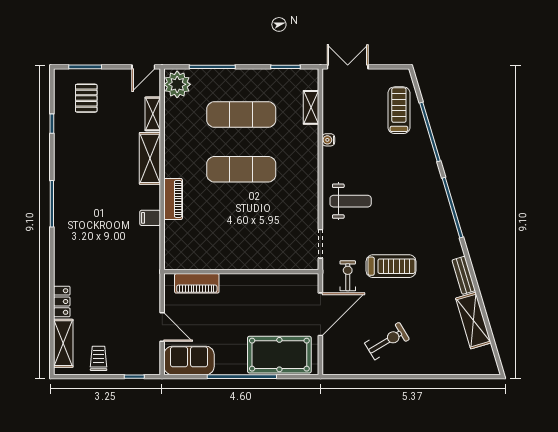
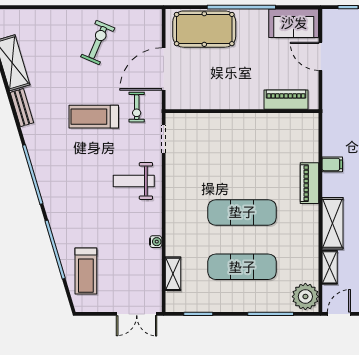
exercise bike: (387, 341) -> (98, 42), turned 144

